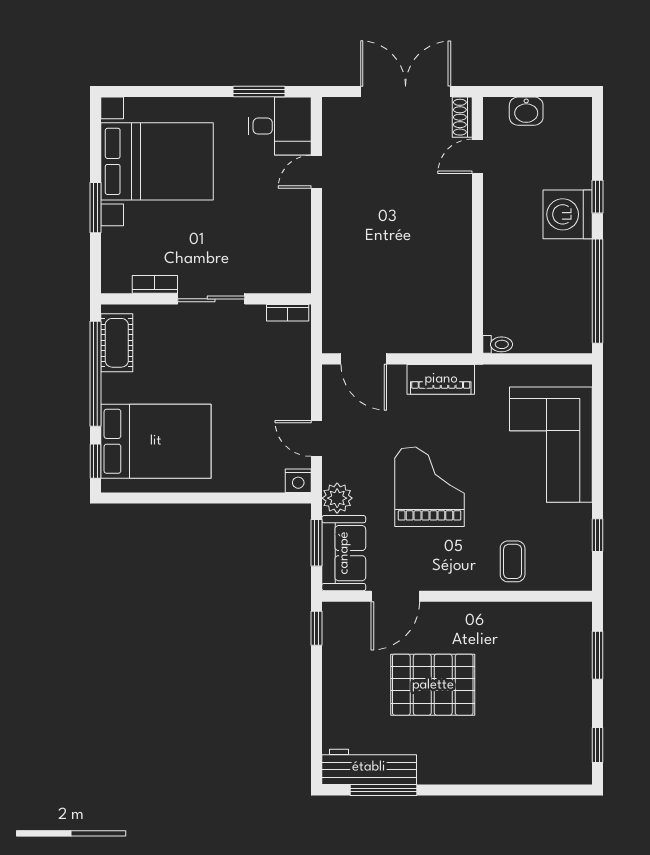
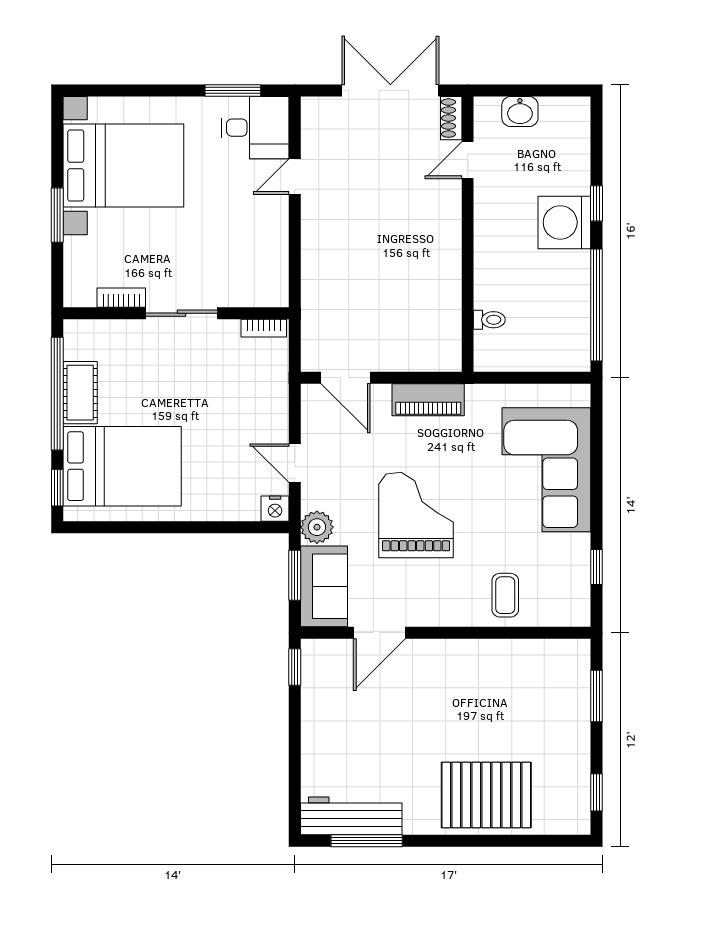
cot: (117, 343) -> (80, 393), moved
toilet: (498, 344) -> (489, 320), moved
pallet: (433, 685) -> (486, 795), moved

